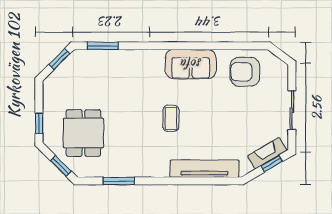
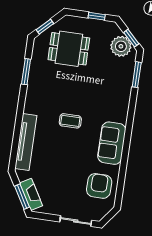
plant: (71, 70) -> (121, 46), added
sliding door: (292, 110) -> (76, 221), moved
window: (39, 123) -> (97, 16), moved
window: (272, 164) -> (22, 197), width x1.50

